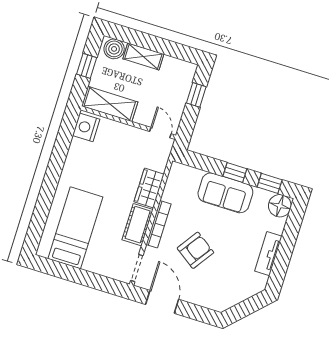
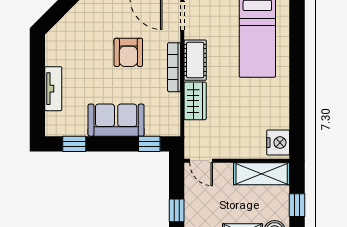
window: (235, 172) -> (149, 144), moved
floor lamp: (280, 206) -> (57, 124), removed
armchair: (195, 250) -> (128, 52), turned -35
tv unit: (268, 254) -> (53, 89), moved

